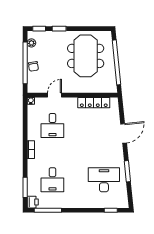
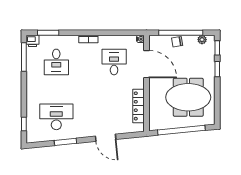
door: (54, 95) -> (146, 64), width x1.88
desk: (52, 126) -> (114, 62), turned 90
desk: (52, 180) -> (56, 62), turned -90
desk: (104, 180) -> (56, 117), turned -90

